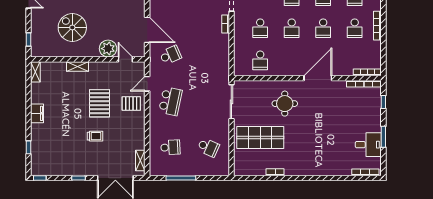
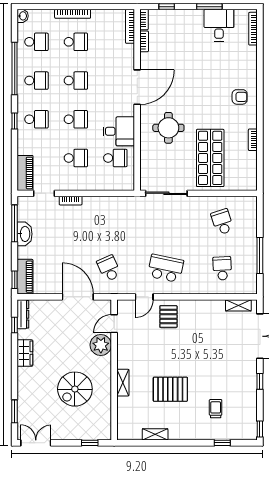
door: (147, 30) -> (78, 297), hinge flipped
desk: (282, 63) -> (119, 131), added
shelving: (35, 72) -> (155, 434), moved
door: (318, 78) -> (137, 87), swing flipped
door: (147, 84) -> (144, 297), hinge flipped
pallet: (100, 103) -> (170, 389), moved
filing cabinet: (37, 113) -> (180, 432), removed
trolley: (95, 136) -> (216, 409), moved
school desk: (208, 147) -> (222, 222), turned -42
armchair: (310, 161) -> (240, 97), added

